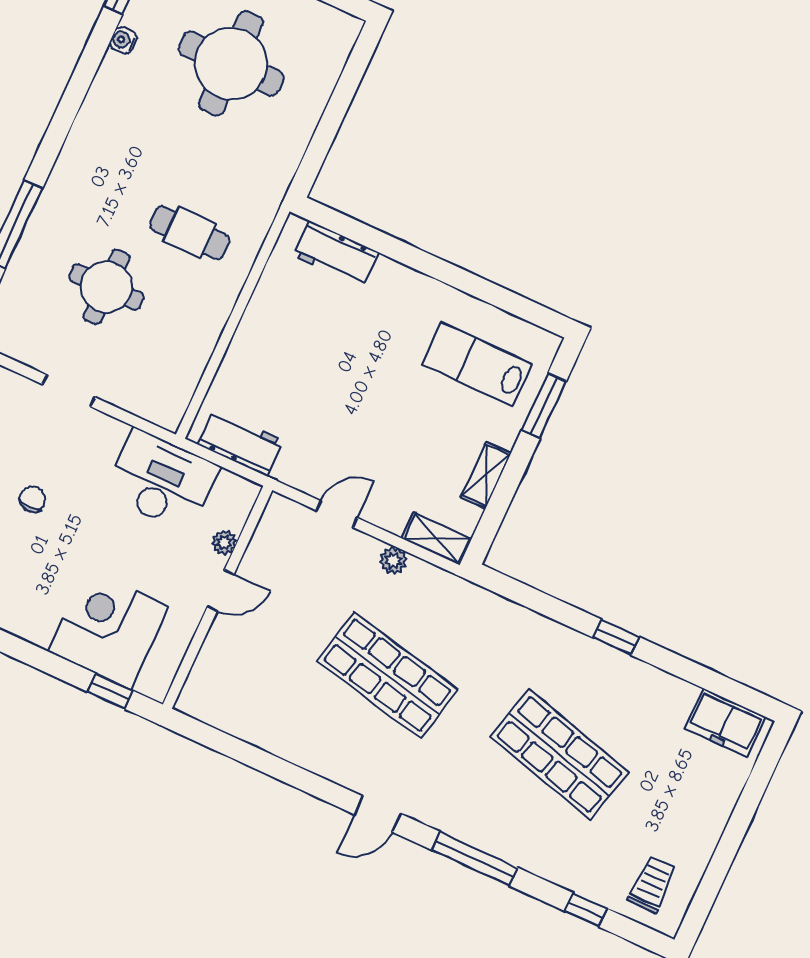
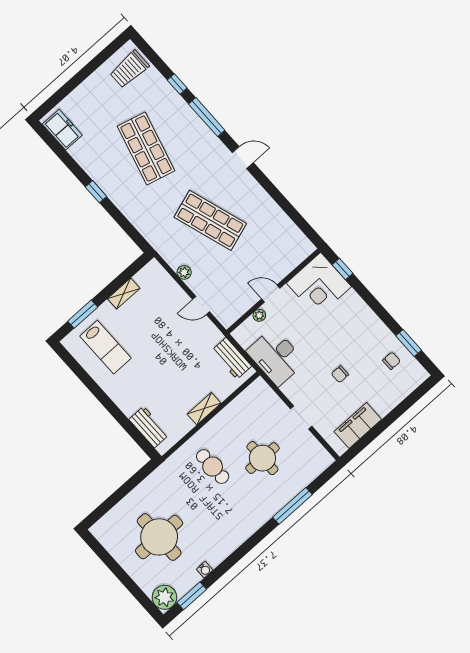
shelving: (437, 539) -> (204, 409), moved, turned 90
corner desk: (108, 629) -> (319, 285), moved
shop shelf: (387, 675) -> (210, 220), turned -30
trolley: (652, 884) -> (129, 69), width x1.36, depth x1.39
window: (586, 910) -> (177, 84), moved

